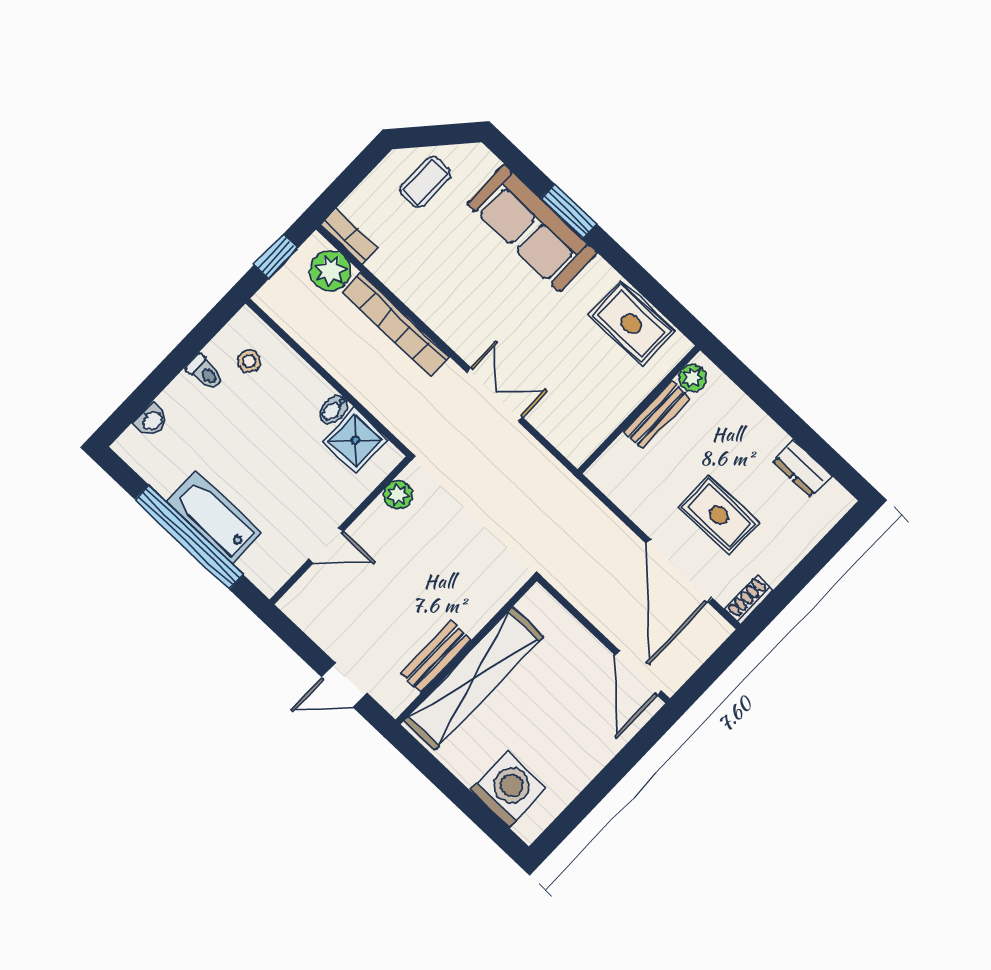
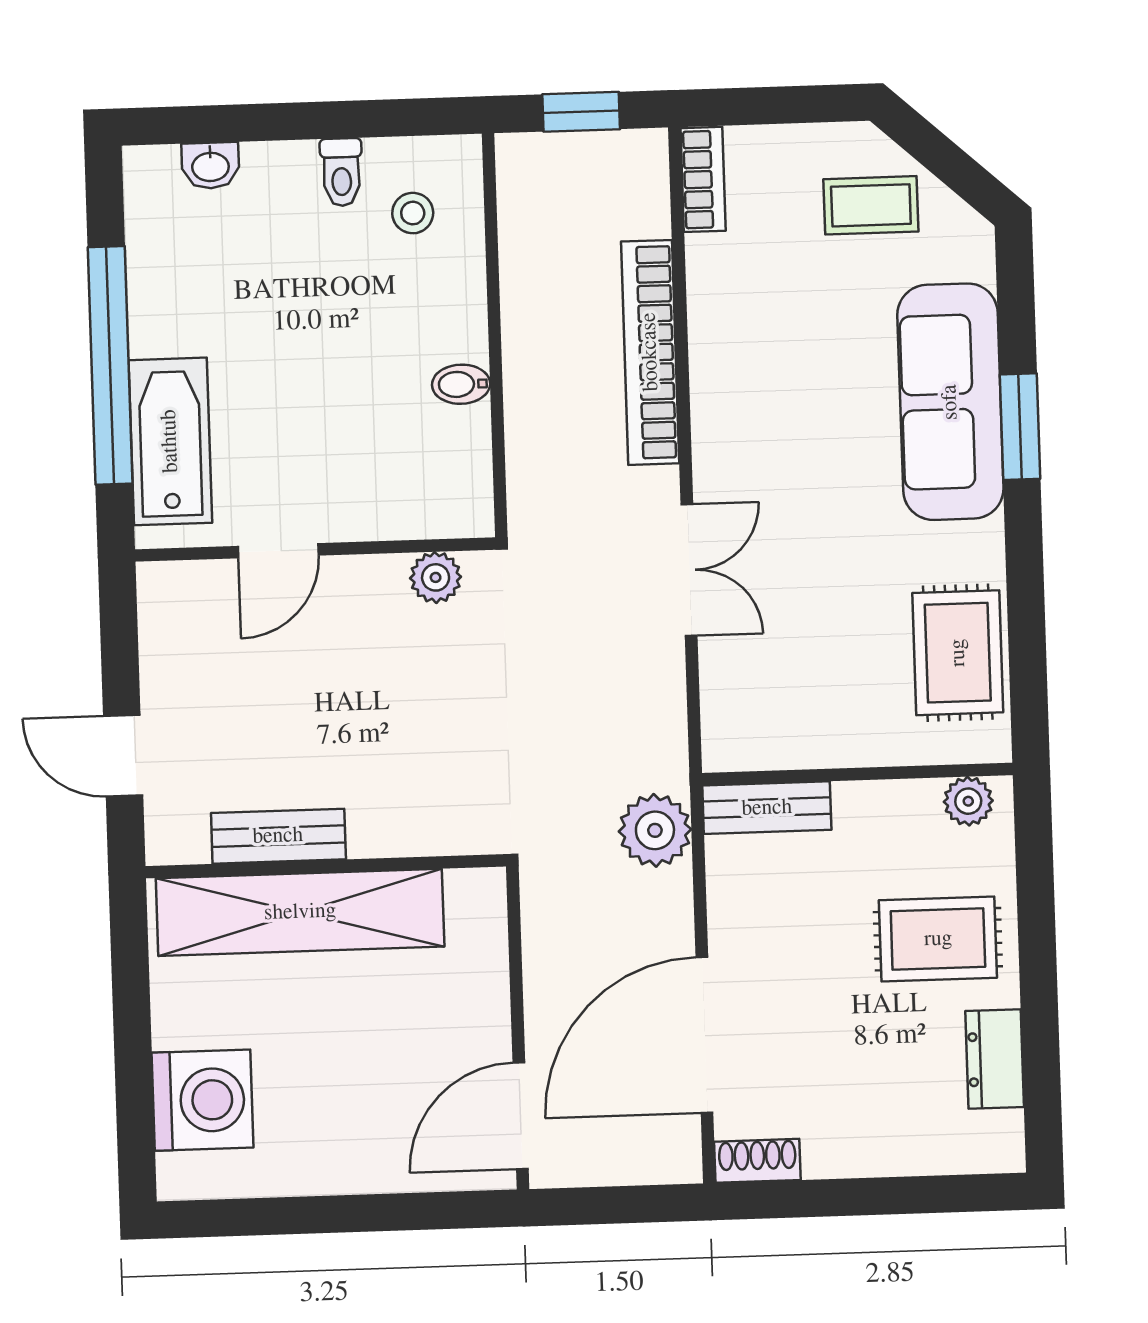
plant: (330, 271) -> (655, 830), moved
bench: (657, 415) -> (767, 808), moved
shower: (355, 440) -> (450, 452), removed
rug: (719, 515) -> (938, 939), moved, turned 90
bathtub: (214, 517) -> (170, 441), moved
door: (326, 545) -> (278, 551), hinge flipped

